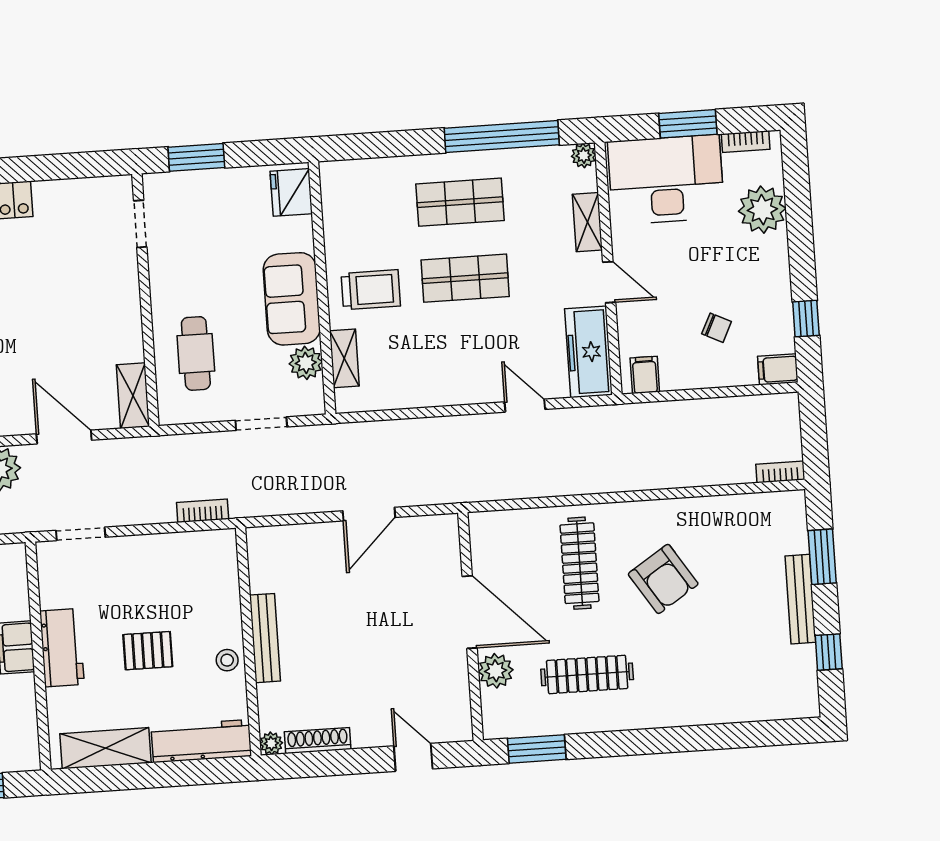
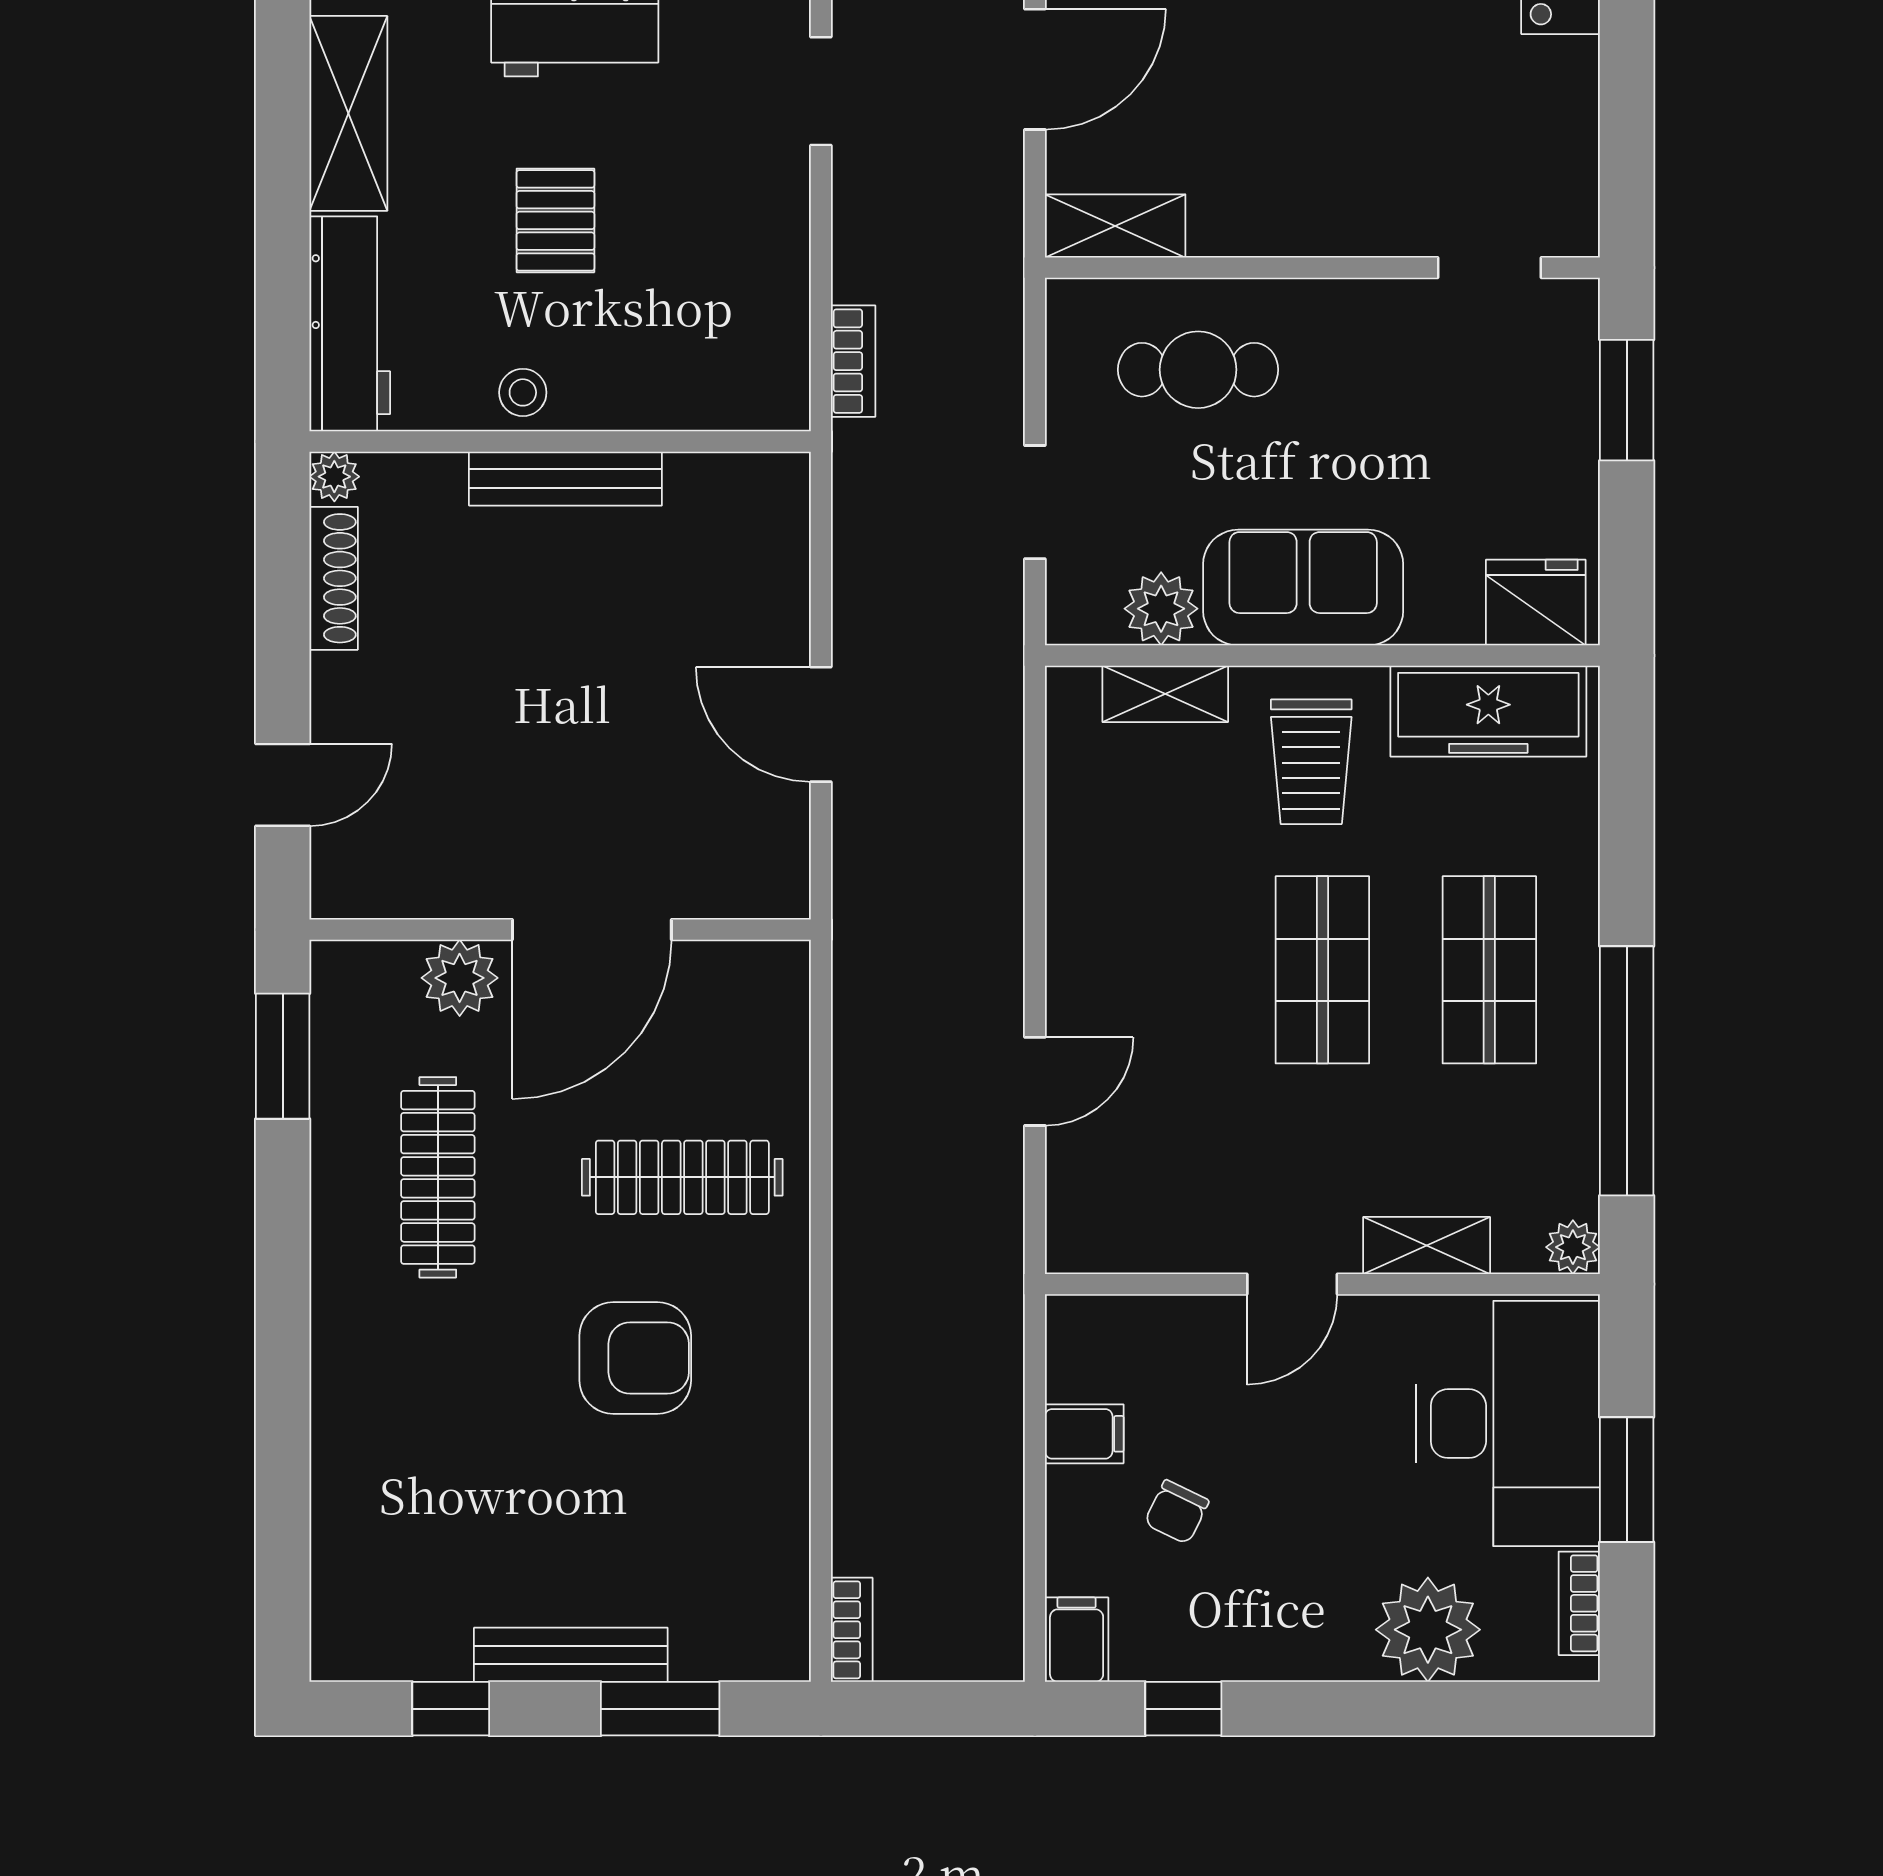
freezer: (589, 352) -> (1488, 711), moved, turned 180
filing cabinet: (645, 375) -> (1084, 1434), moved
armchair: (663, 579) -> (635, 1358), turned -147

